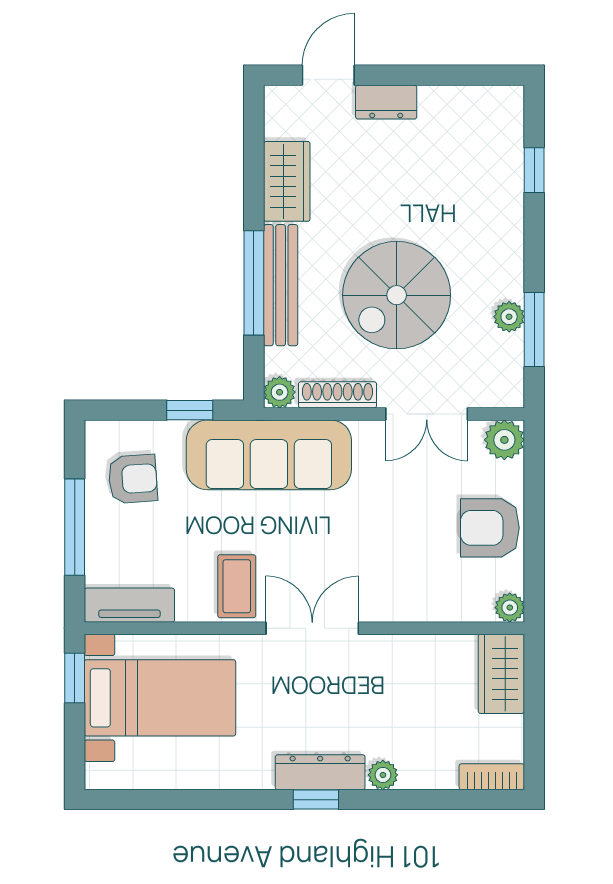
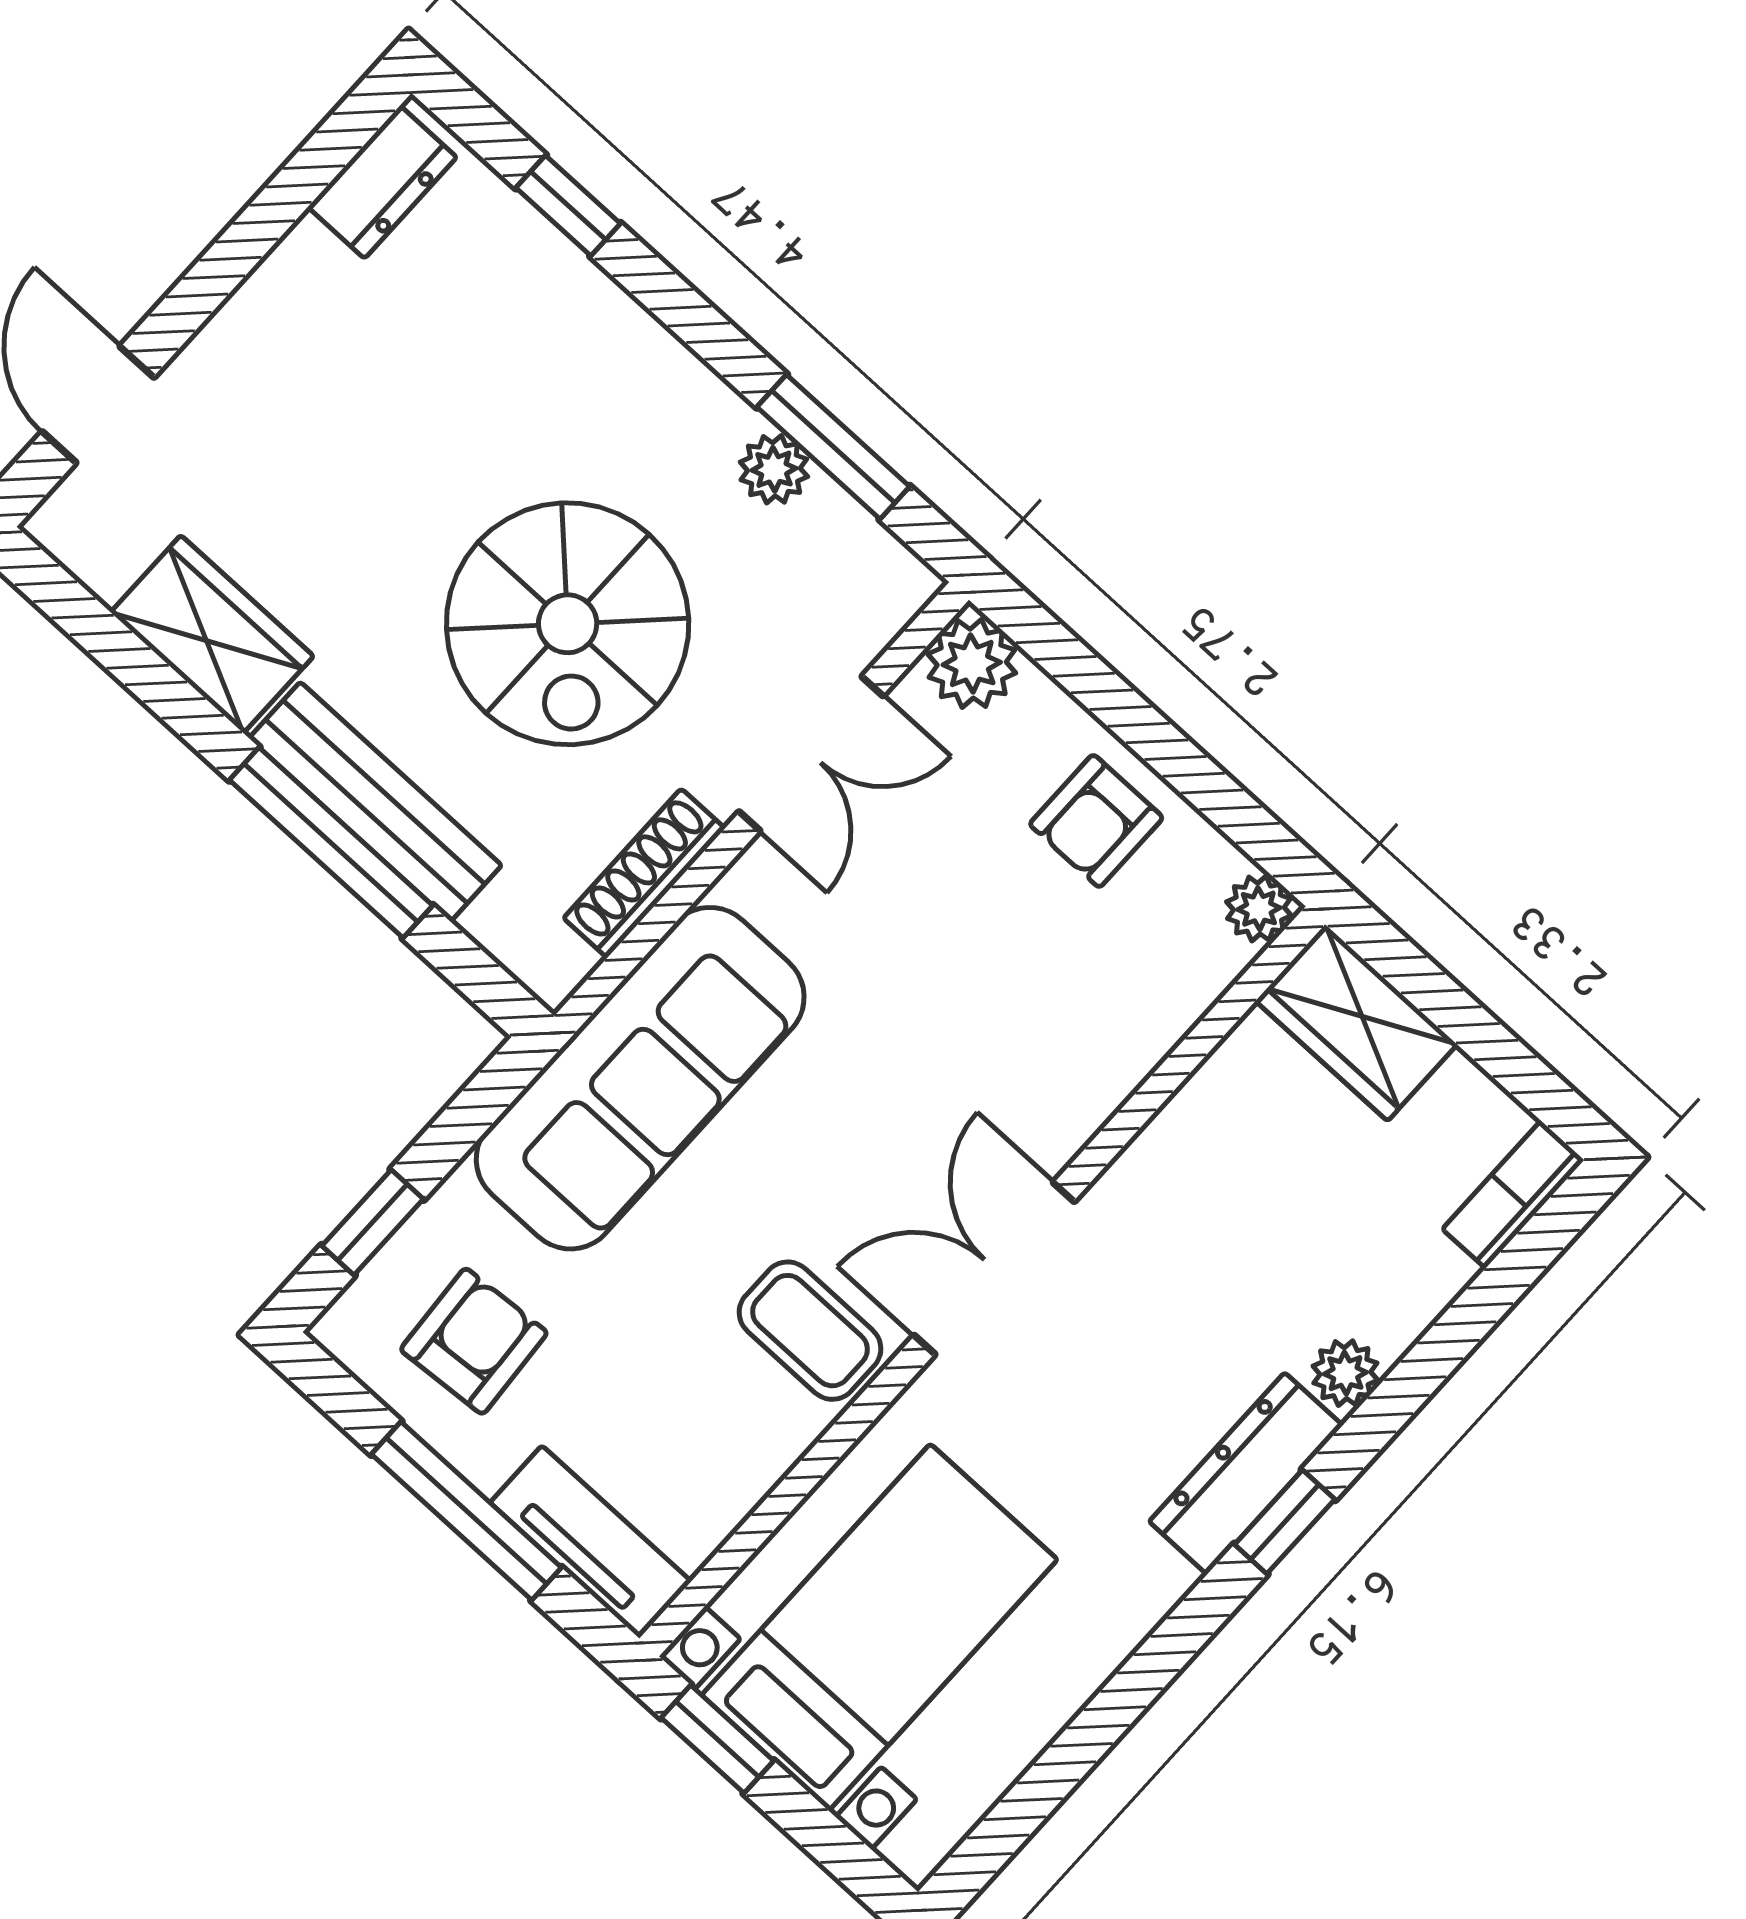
dresser: (386, 102) -> (382, 182), moved
plant: (280, 392) -> (552, 966), removed
window: (190, 410) -> (373, 1222), moved
armchair: (490, 528) -> (1096, 821), width x0.72, depth x0.72
tv unit: (129, 605) -> (591, 1542), moved, turned 90

